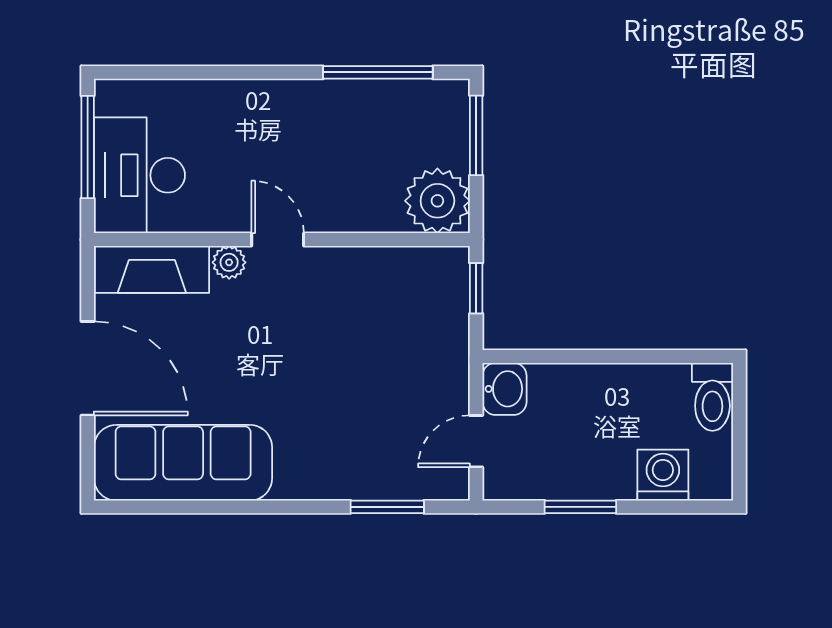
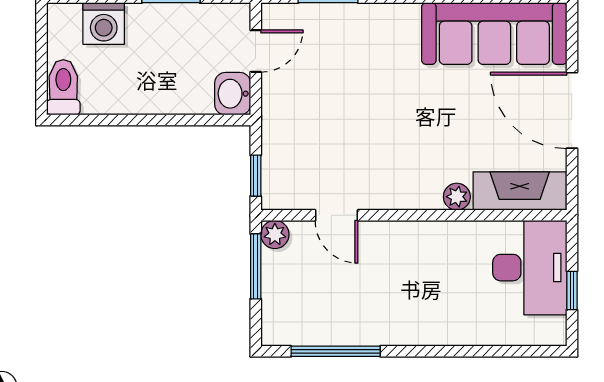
window: (476, 135) -> (256, 266), moved
window: (88, 147) -> (572, 291), width x0.46
plant: (437, 201) -> (275, 234), width x0.53, depth x0.53
door: (278, 240) -> (337, 215), moved

